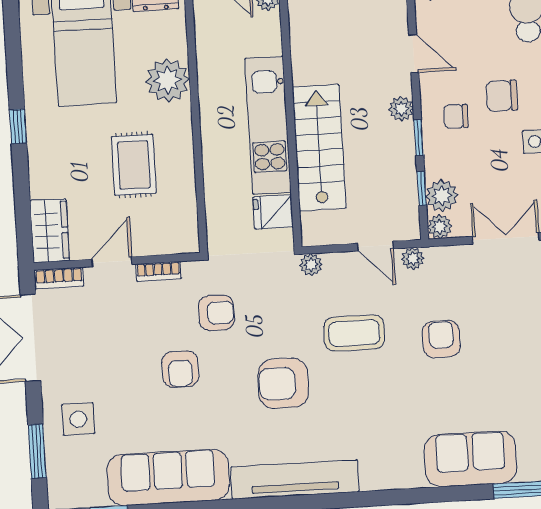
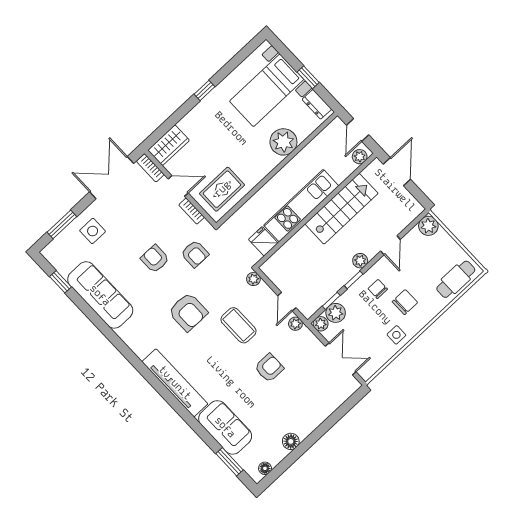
chair: (502, 96) -> (405, 302), turned 90
stairs: (319, 148) -> (342, 209), moved
rug: (134, 165) -> (222, 189), moved
armchair: (180, 369) -> (155, 259), turned 90
armchair: (283, 383) -> (188, 312), turned 180
tv unit: (295, 479) -> (175, 383), moved

